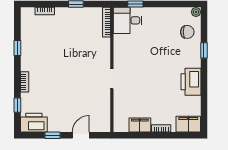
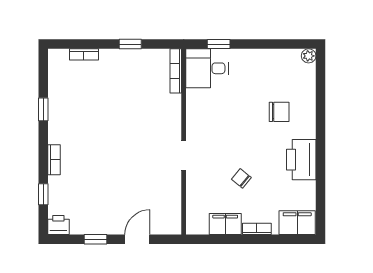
chair: (187, 32) -> (279, 112), moved
window: (204, 50) -> (320, 113), removed
chair: (151, 94) -> (241, 178), added
printer: (34, 123) -> (58, 225), width x0.53, depth x0.68

